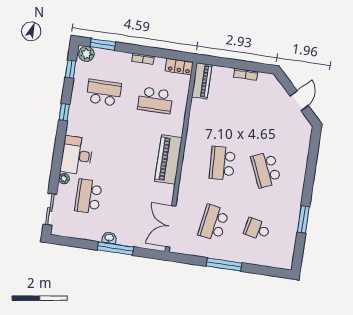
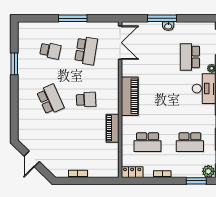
piano: (202, 81) -> (112, 128), moved
school desk: (155, 100) -> (147, 142), turned 180
school desk: (222, 163) -> (86, 100), width x0.54
school desk: (88, 196) -> (190, 57), turned 180

